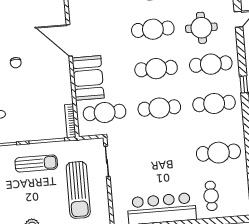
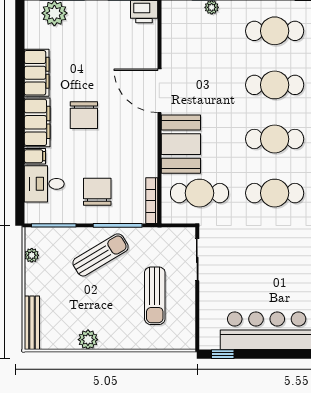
chair: (16, 63) -> (84, 115), width x1.87, depth x1.87
chair: (30, 118) -> (97, 192), added
sun lounger: (36, 163) -> (101, 255), turned -31
sun lounger: (78, 190) -> (155, 296), width x0.73, depth x0.75

